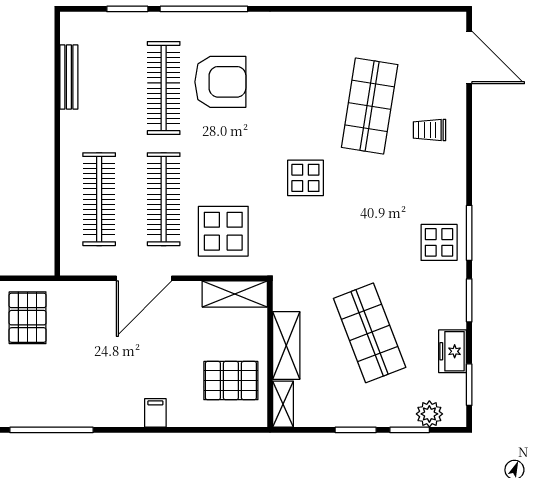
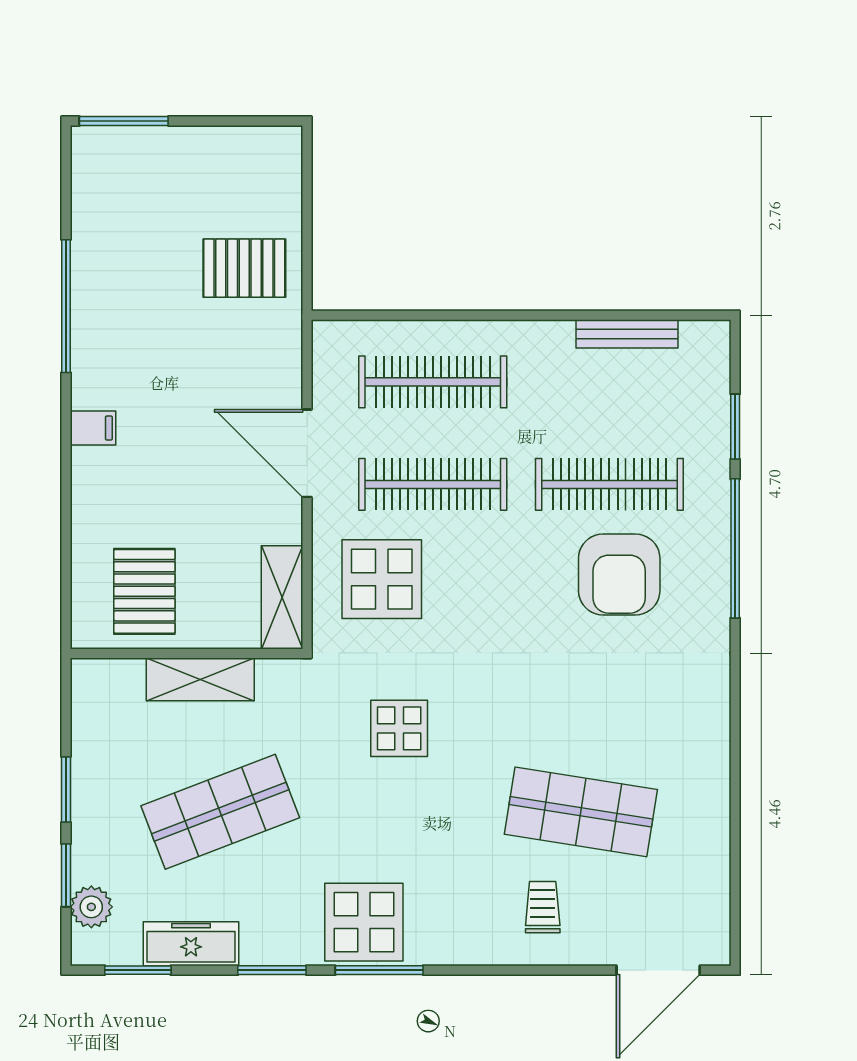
display table: (305, 178) -> (399, 728), moved
display table: (439, 242) -> (364, 922), width x1.36, depth x1.36
freezer: (453, 351) -> (191, 944), width x1.40
shelving: (283, 404) -> (107, 674), removed
filing cabinet: (155, 413) -> (93, 428), moved

